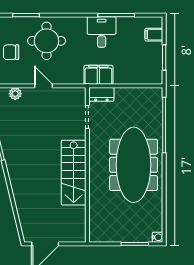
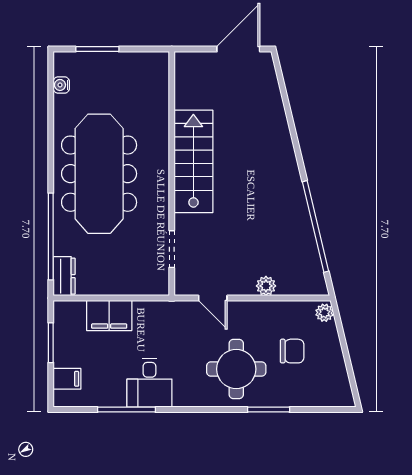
filing cabinet: (98, 75) -> (109, 316), moved
door: (43, 86) -> (213, 298), moved
plant: (15, 94) -> (266, 286), moved
dresser: (101, 94) -> (64, 276), moved, turned 90
water cooler: (158, 237) -> (61, 85), moved

